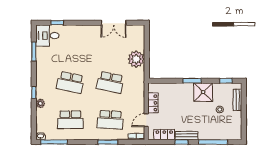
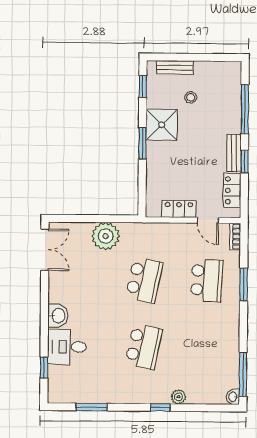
double door: (114, 23) -> (45, 250), moved
washbasin: (88, 31) -> (58, 316), added
desk: (47, 36) -> (67, 347), moved, turned 90
school desk: (70, 120) -> (206, 347), removed

